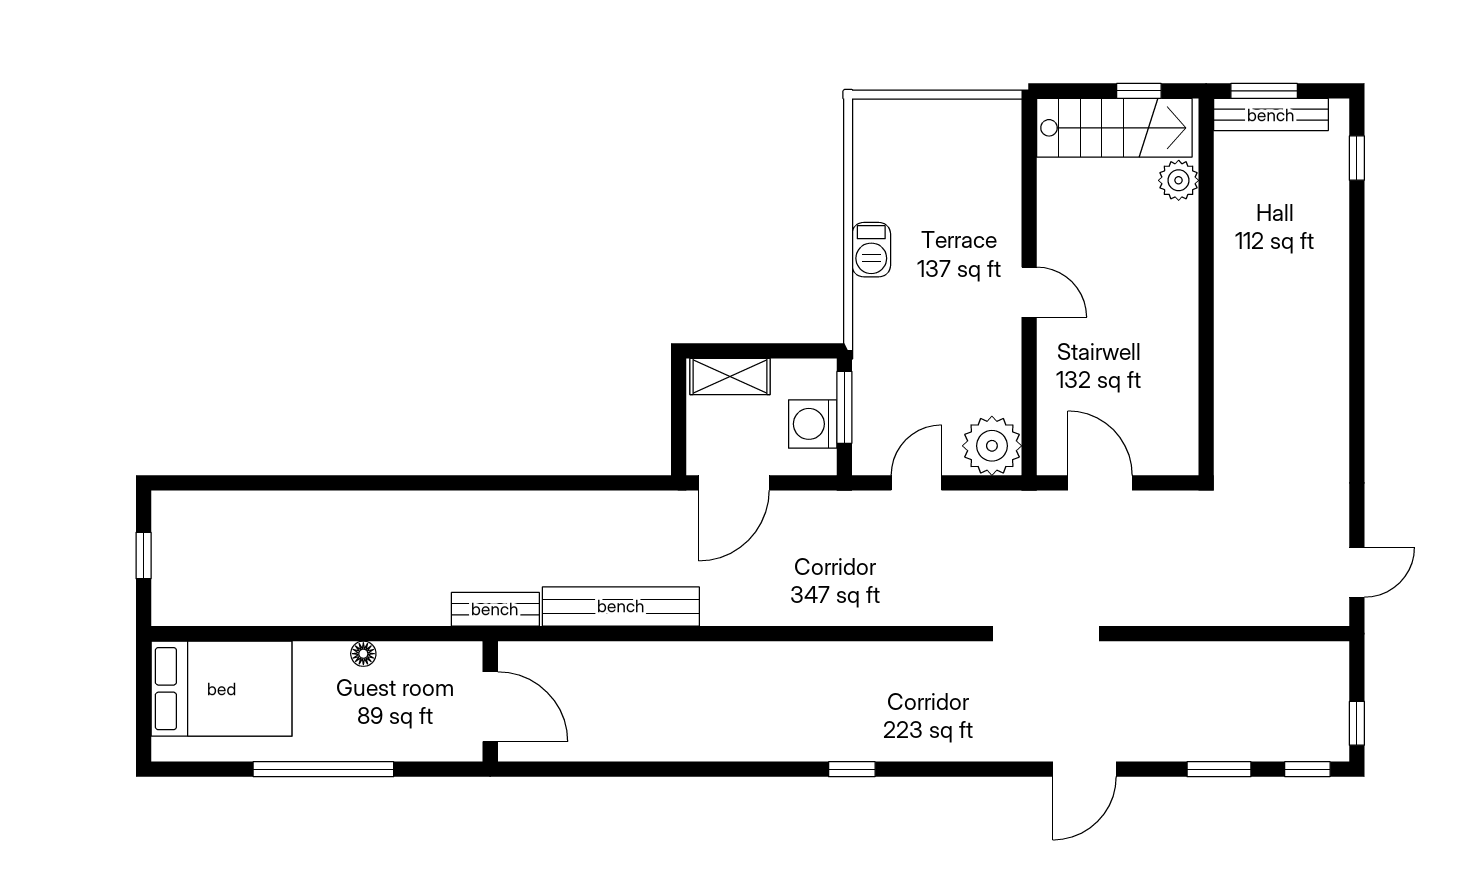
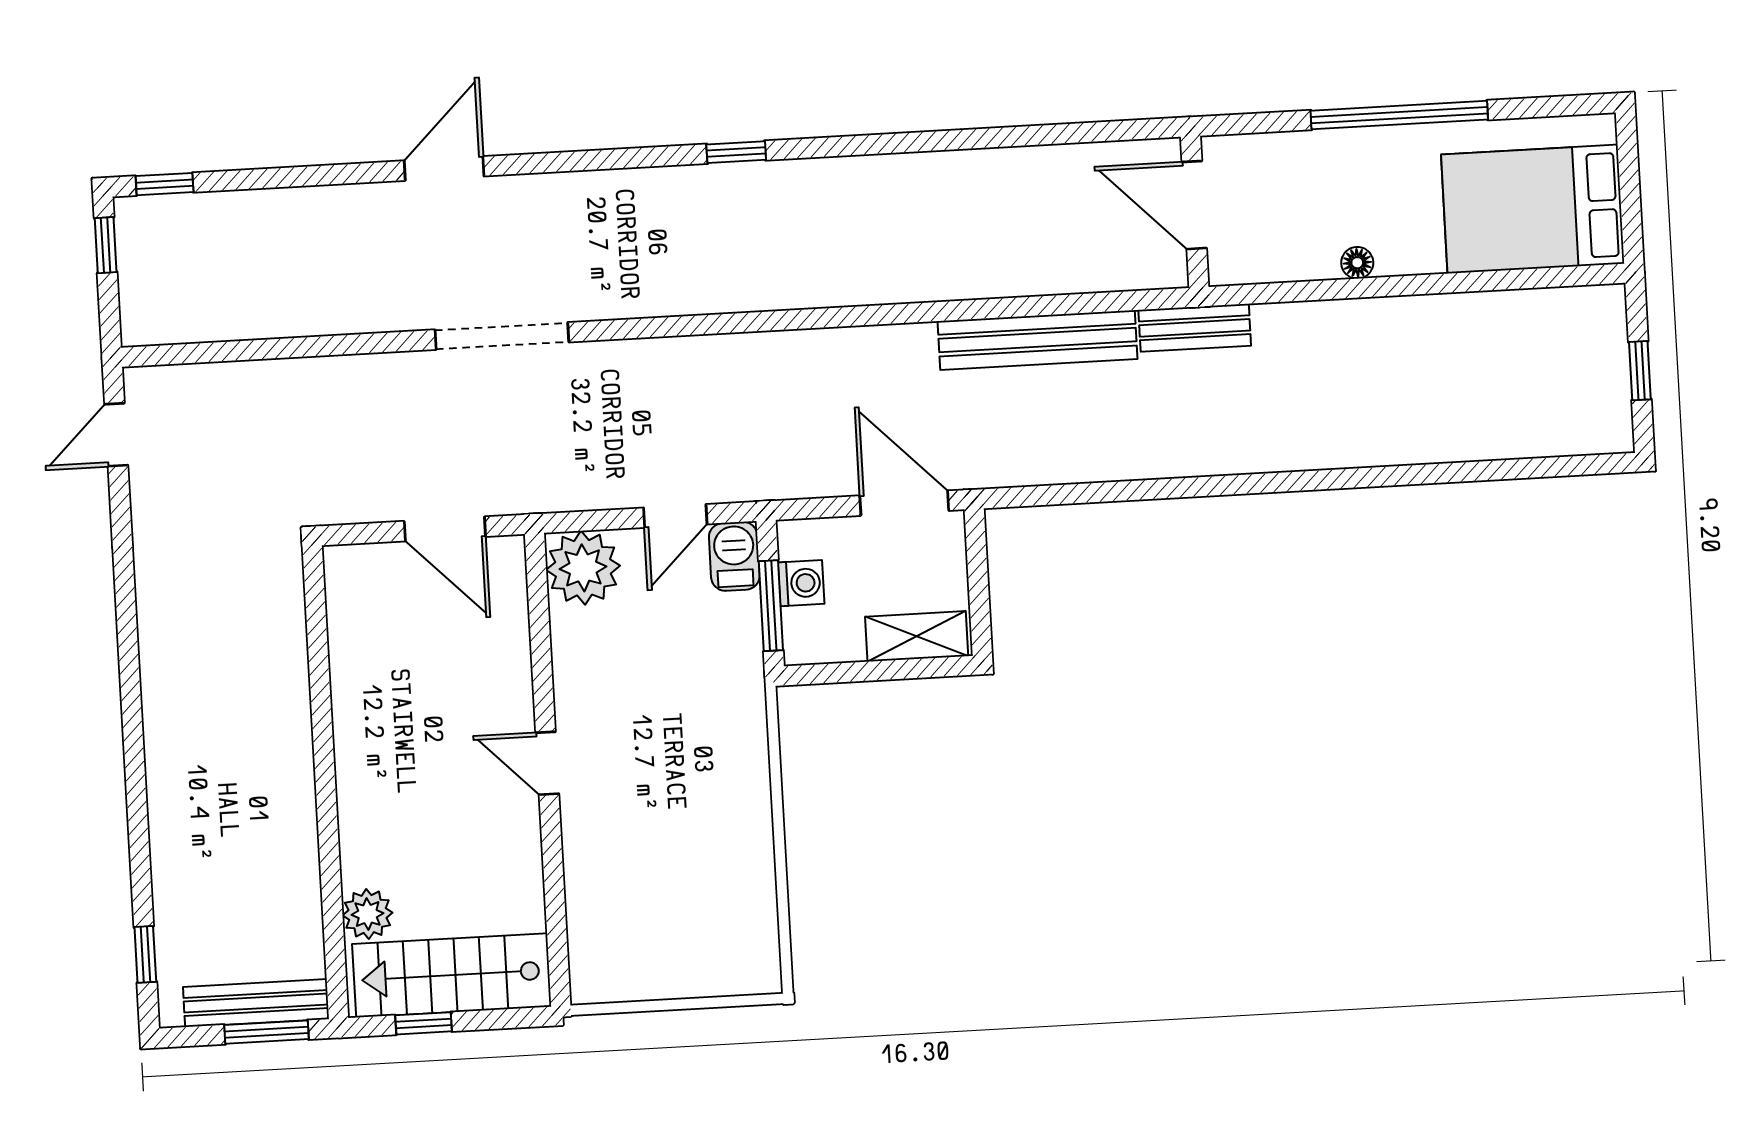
barbecue: (871, 250) -> (734, 556), moved
washing machine: (813, 424) -> (801, 583), width x0.73, depth x0.73
door: (734, 483) -> (904, 503), hinge flipped
window: (1219, 769) -> (275, 178), removed

